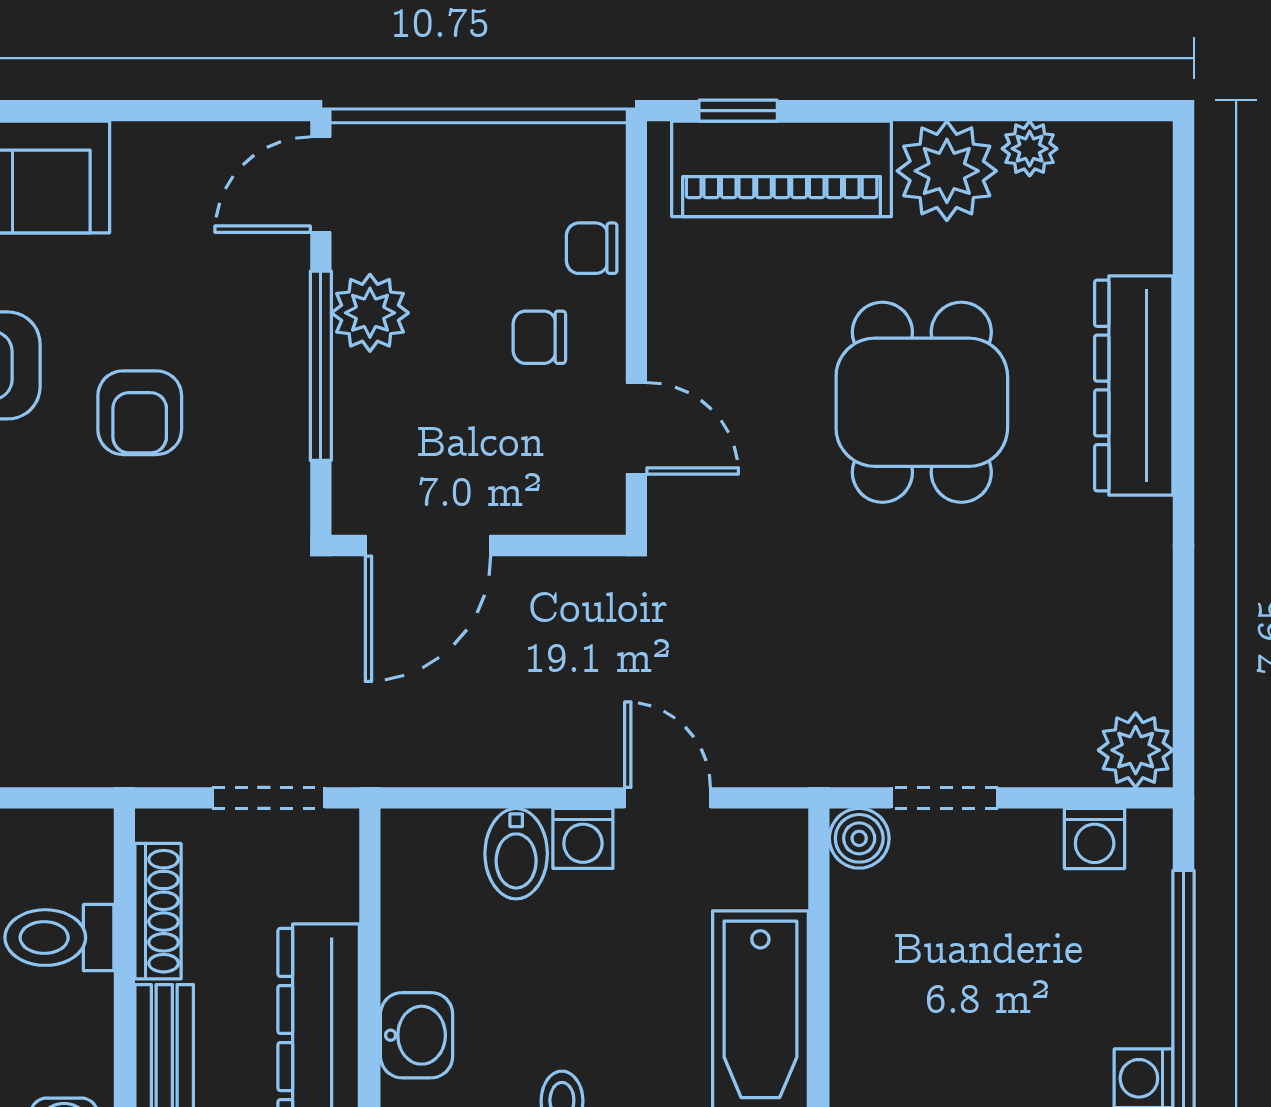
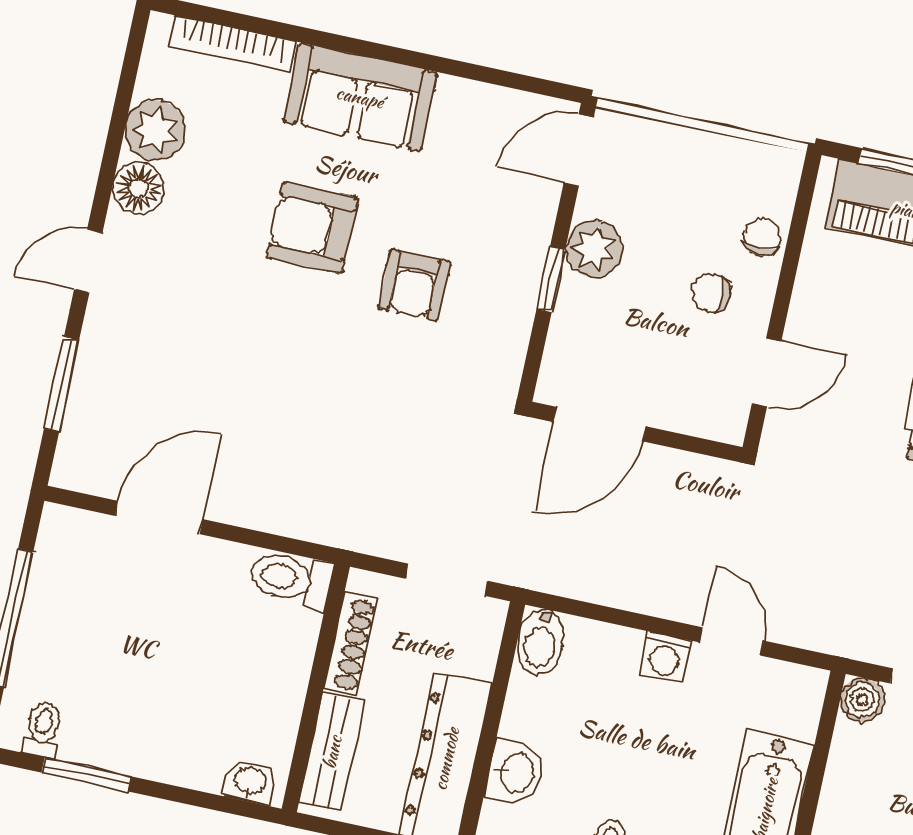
chair: (592, 248) -> (762, 237), turned 90
window: (321, 366) -> (551, 279), width x0.46
door: (636, 428) -> (767, 373), hinge flipped
bidet: (516, 854) -> (540, 642), moved
toilet: (59, 938) -> (291, 579), moved

